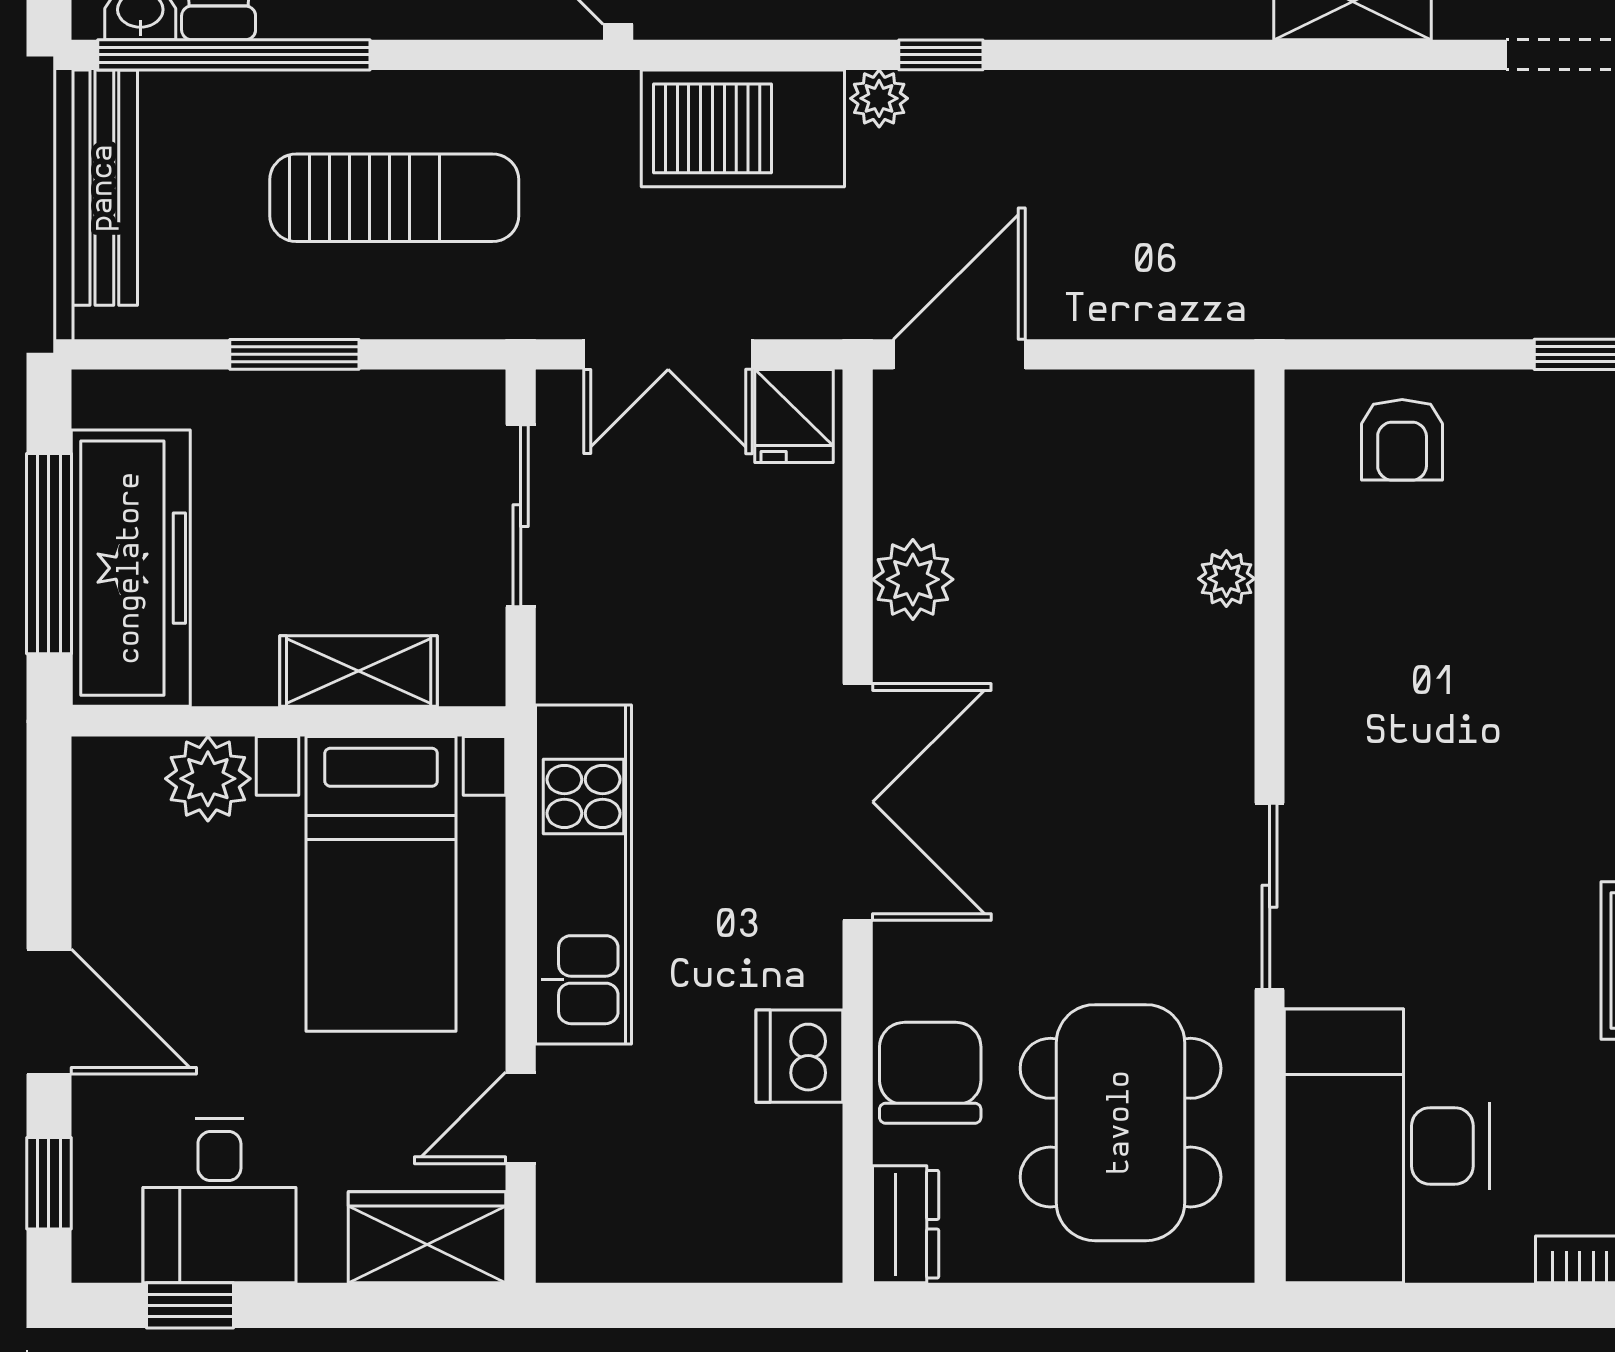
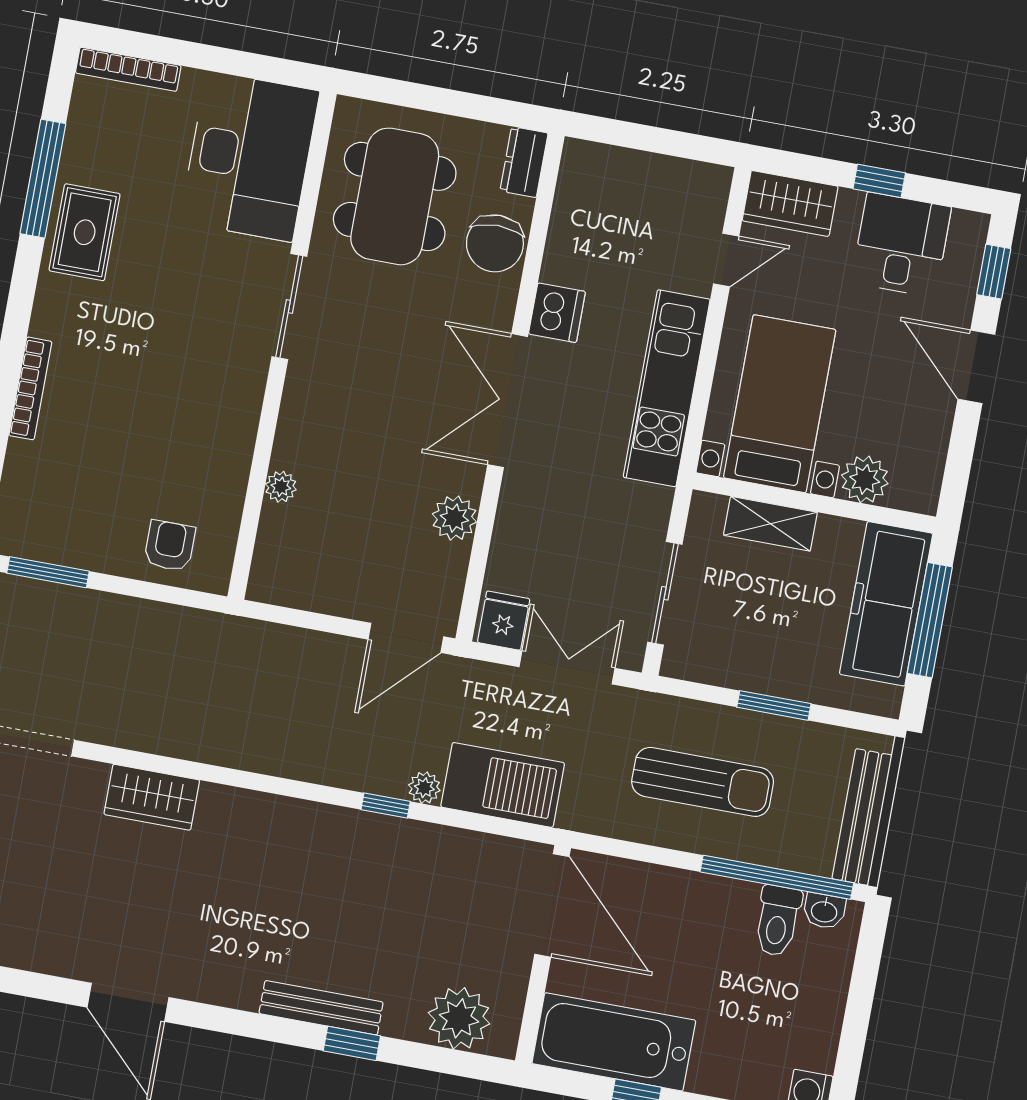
sun lounger: (394, 198) -> (703, 782), turned 180
dishwasher: (799, 1056) -> (557, 313), moved
window: (190, 1305) -> (879, 181), moved

